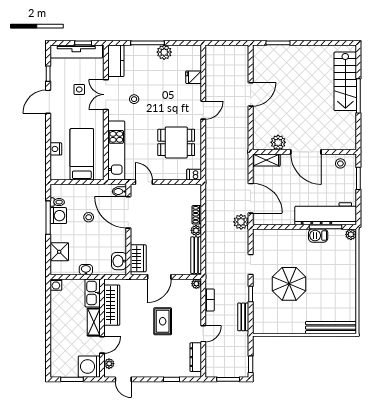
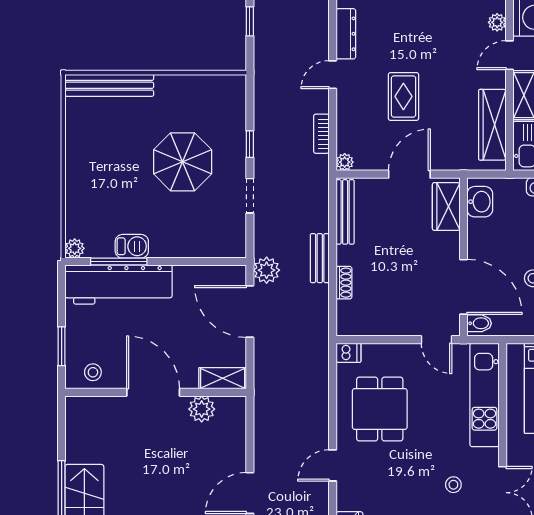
dining table: (176, 142) -> (380, 409), turned 90
plant: (196, 230) -> (345, 255), removed
bench: (243, 317) -> (320, 258), moved

